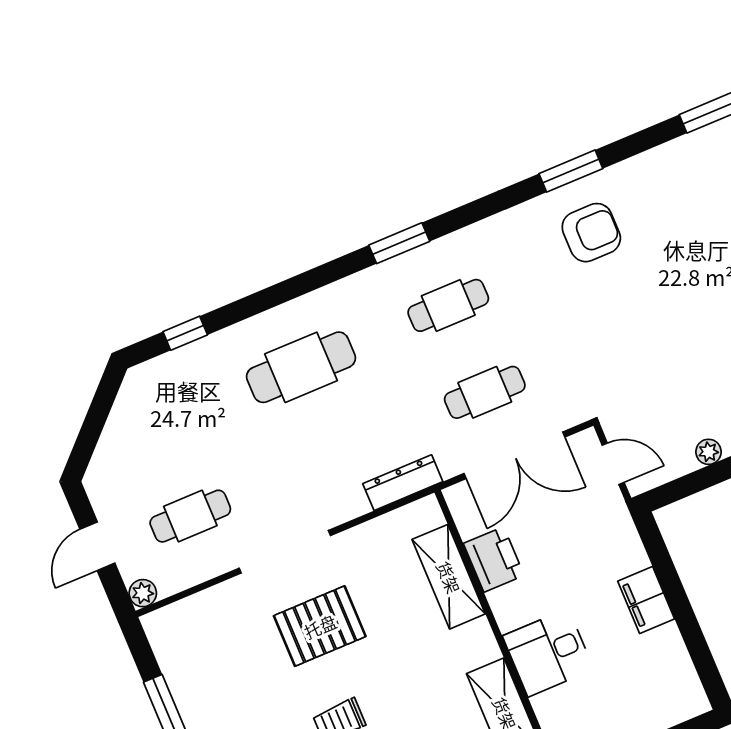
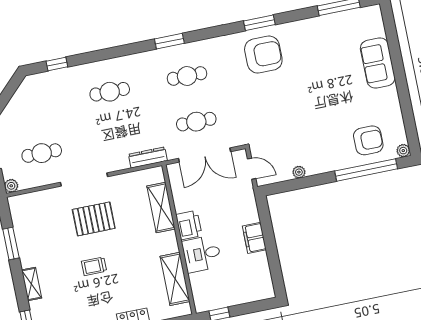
armchair: (591, 233) -> (263, 55), width x1.36, depth x1.36
cafe table: (301, 367) -> (110, 92), width x0.73, depth x0.74
printer: (494, 559) -> (189, 225), moved

